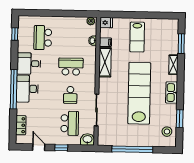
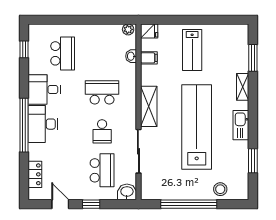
school desk: (43, 38) -> (63, 53), turned 180
shelving: (105, 62) -> (149, 106), moved
stool: (167, 132) -> (220, 189), moved

